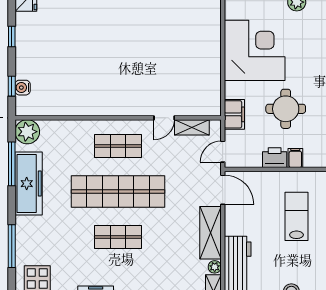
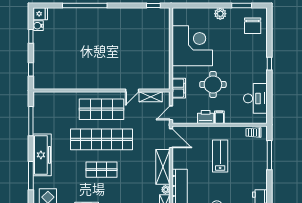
water cooler: (23, 88) -> (38, 26), moved
plant: (27, 132) -> (41, 100), removed
shop shelf: (118, 146) -> (102, 109), width x1.43, depth x1.36
freezer: (29, 184) -> (42, 155), moved

